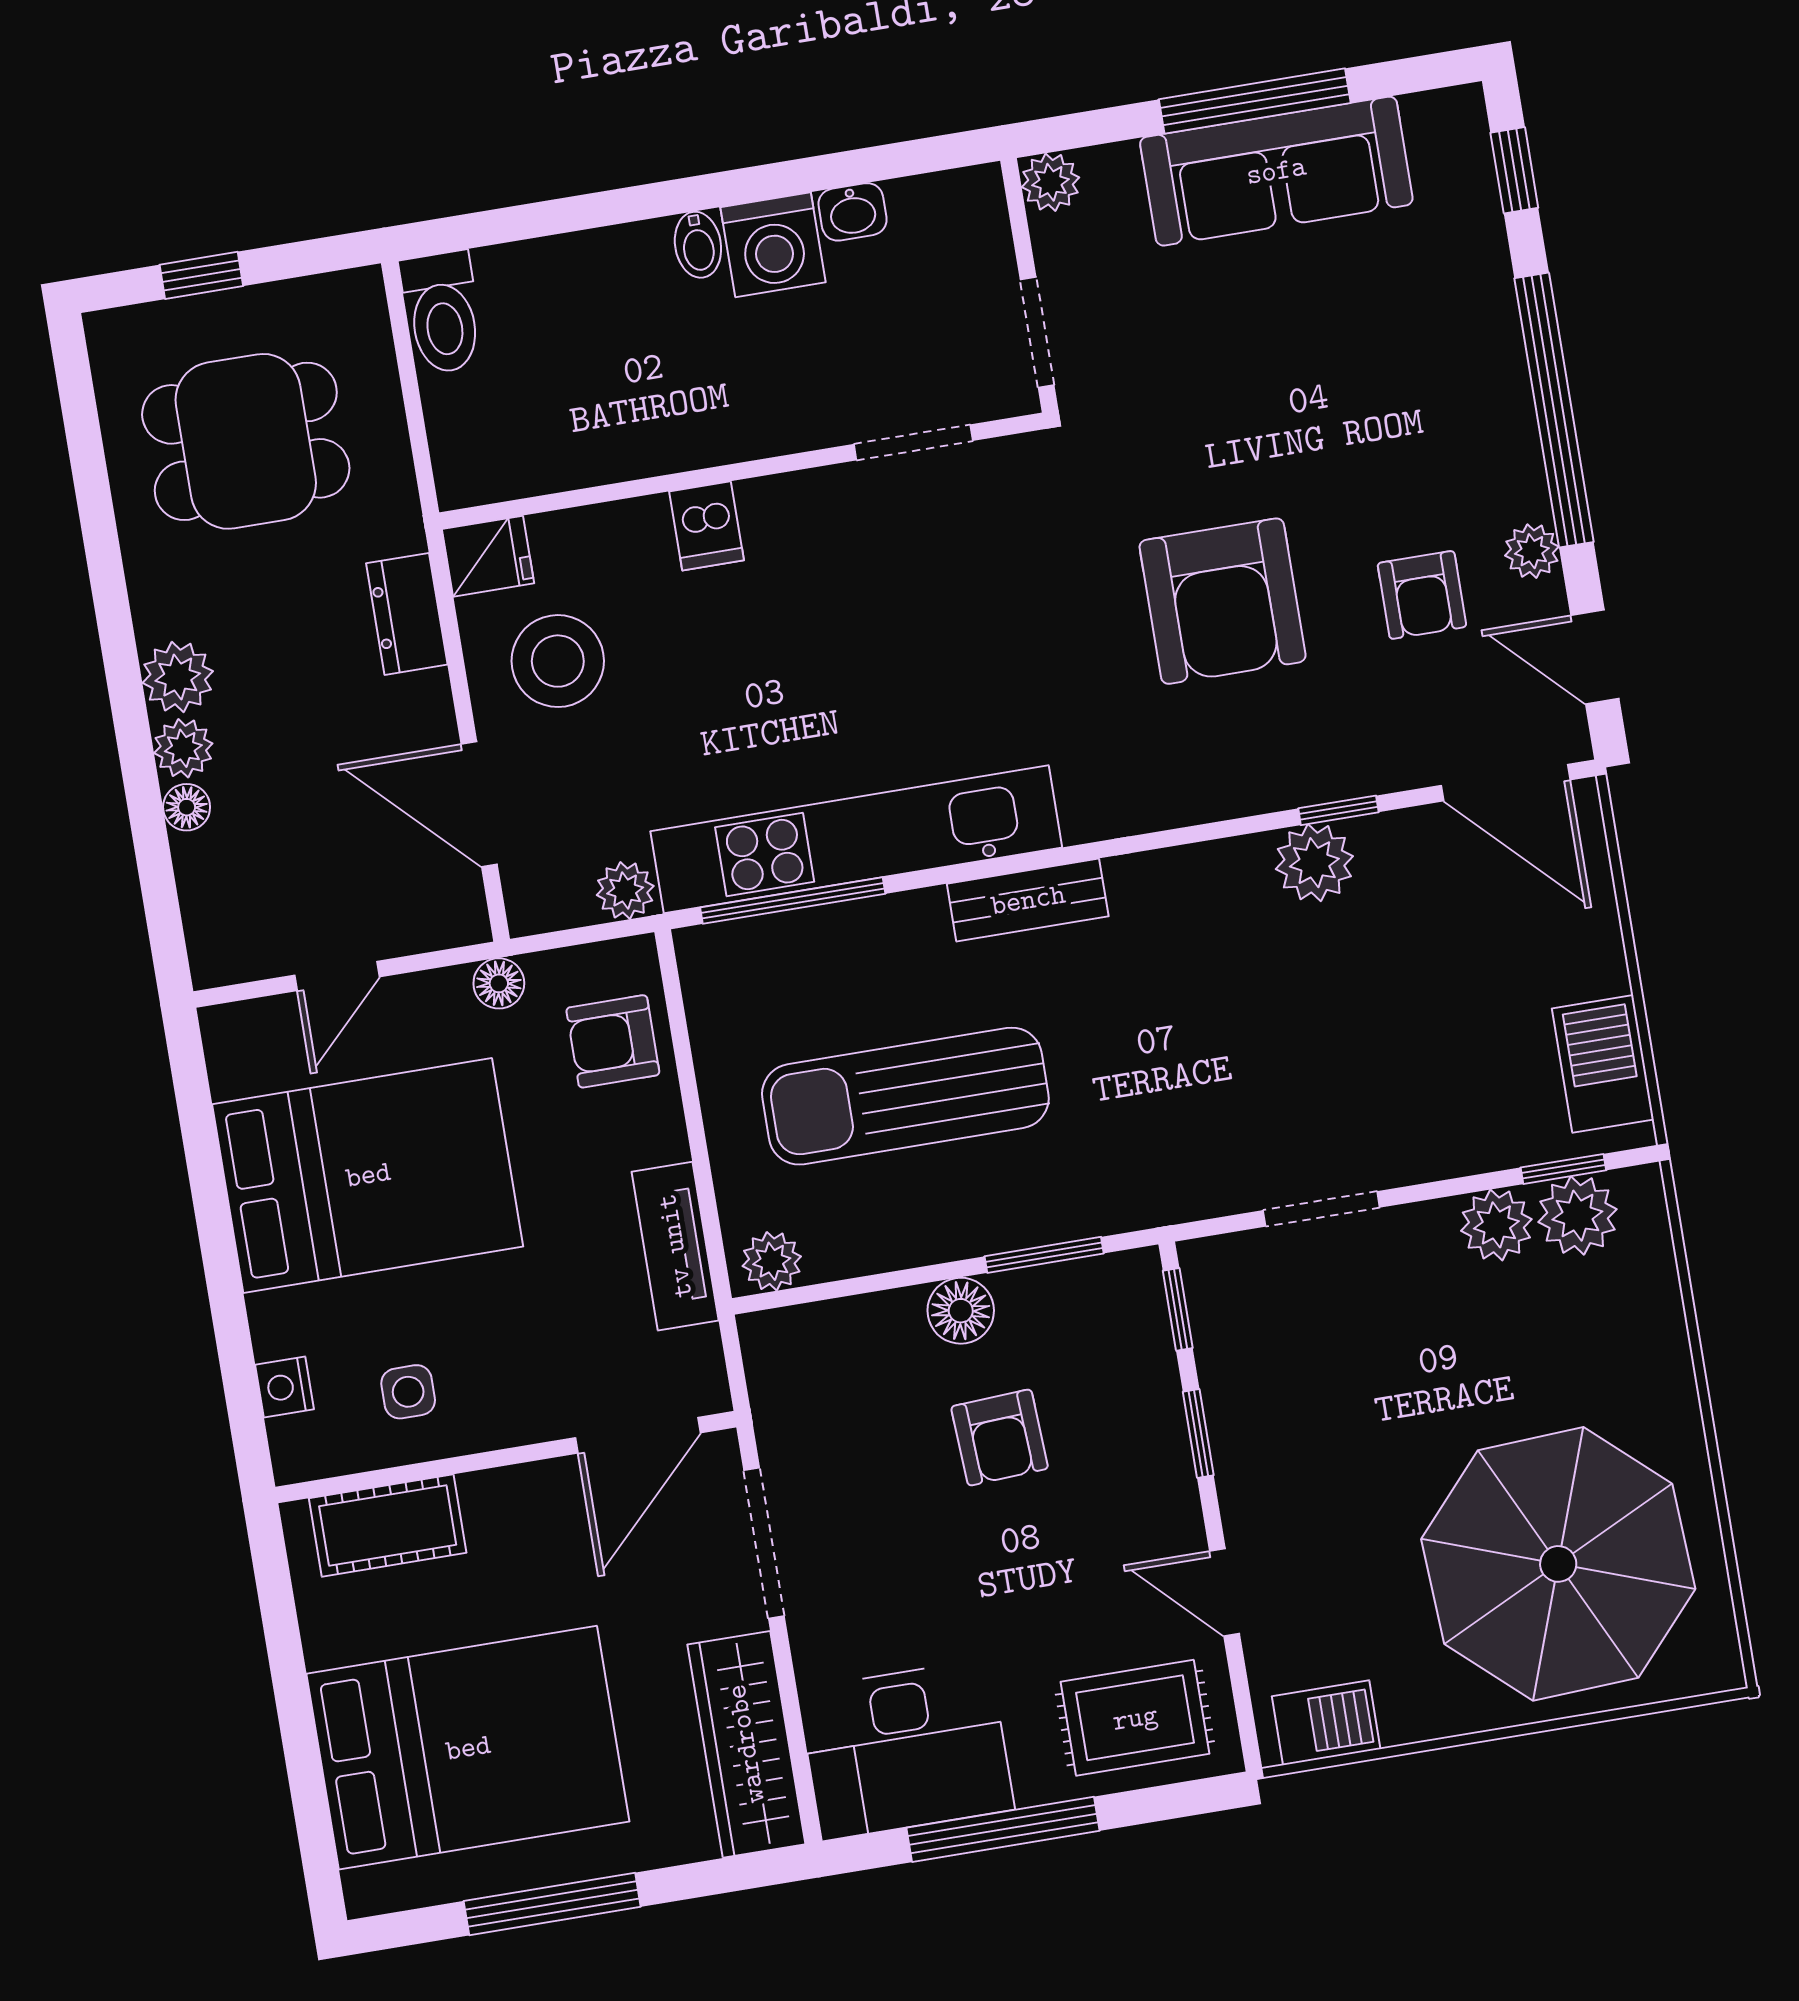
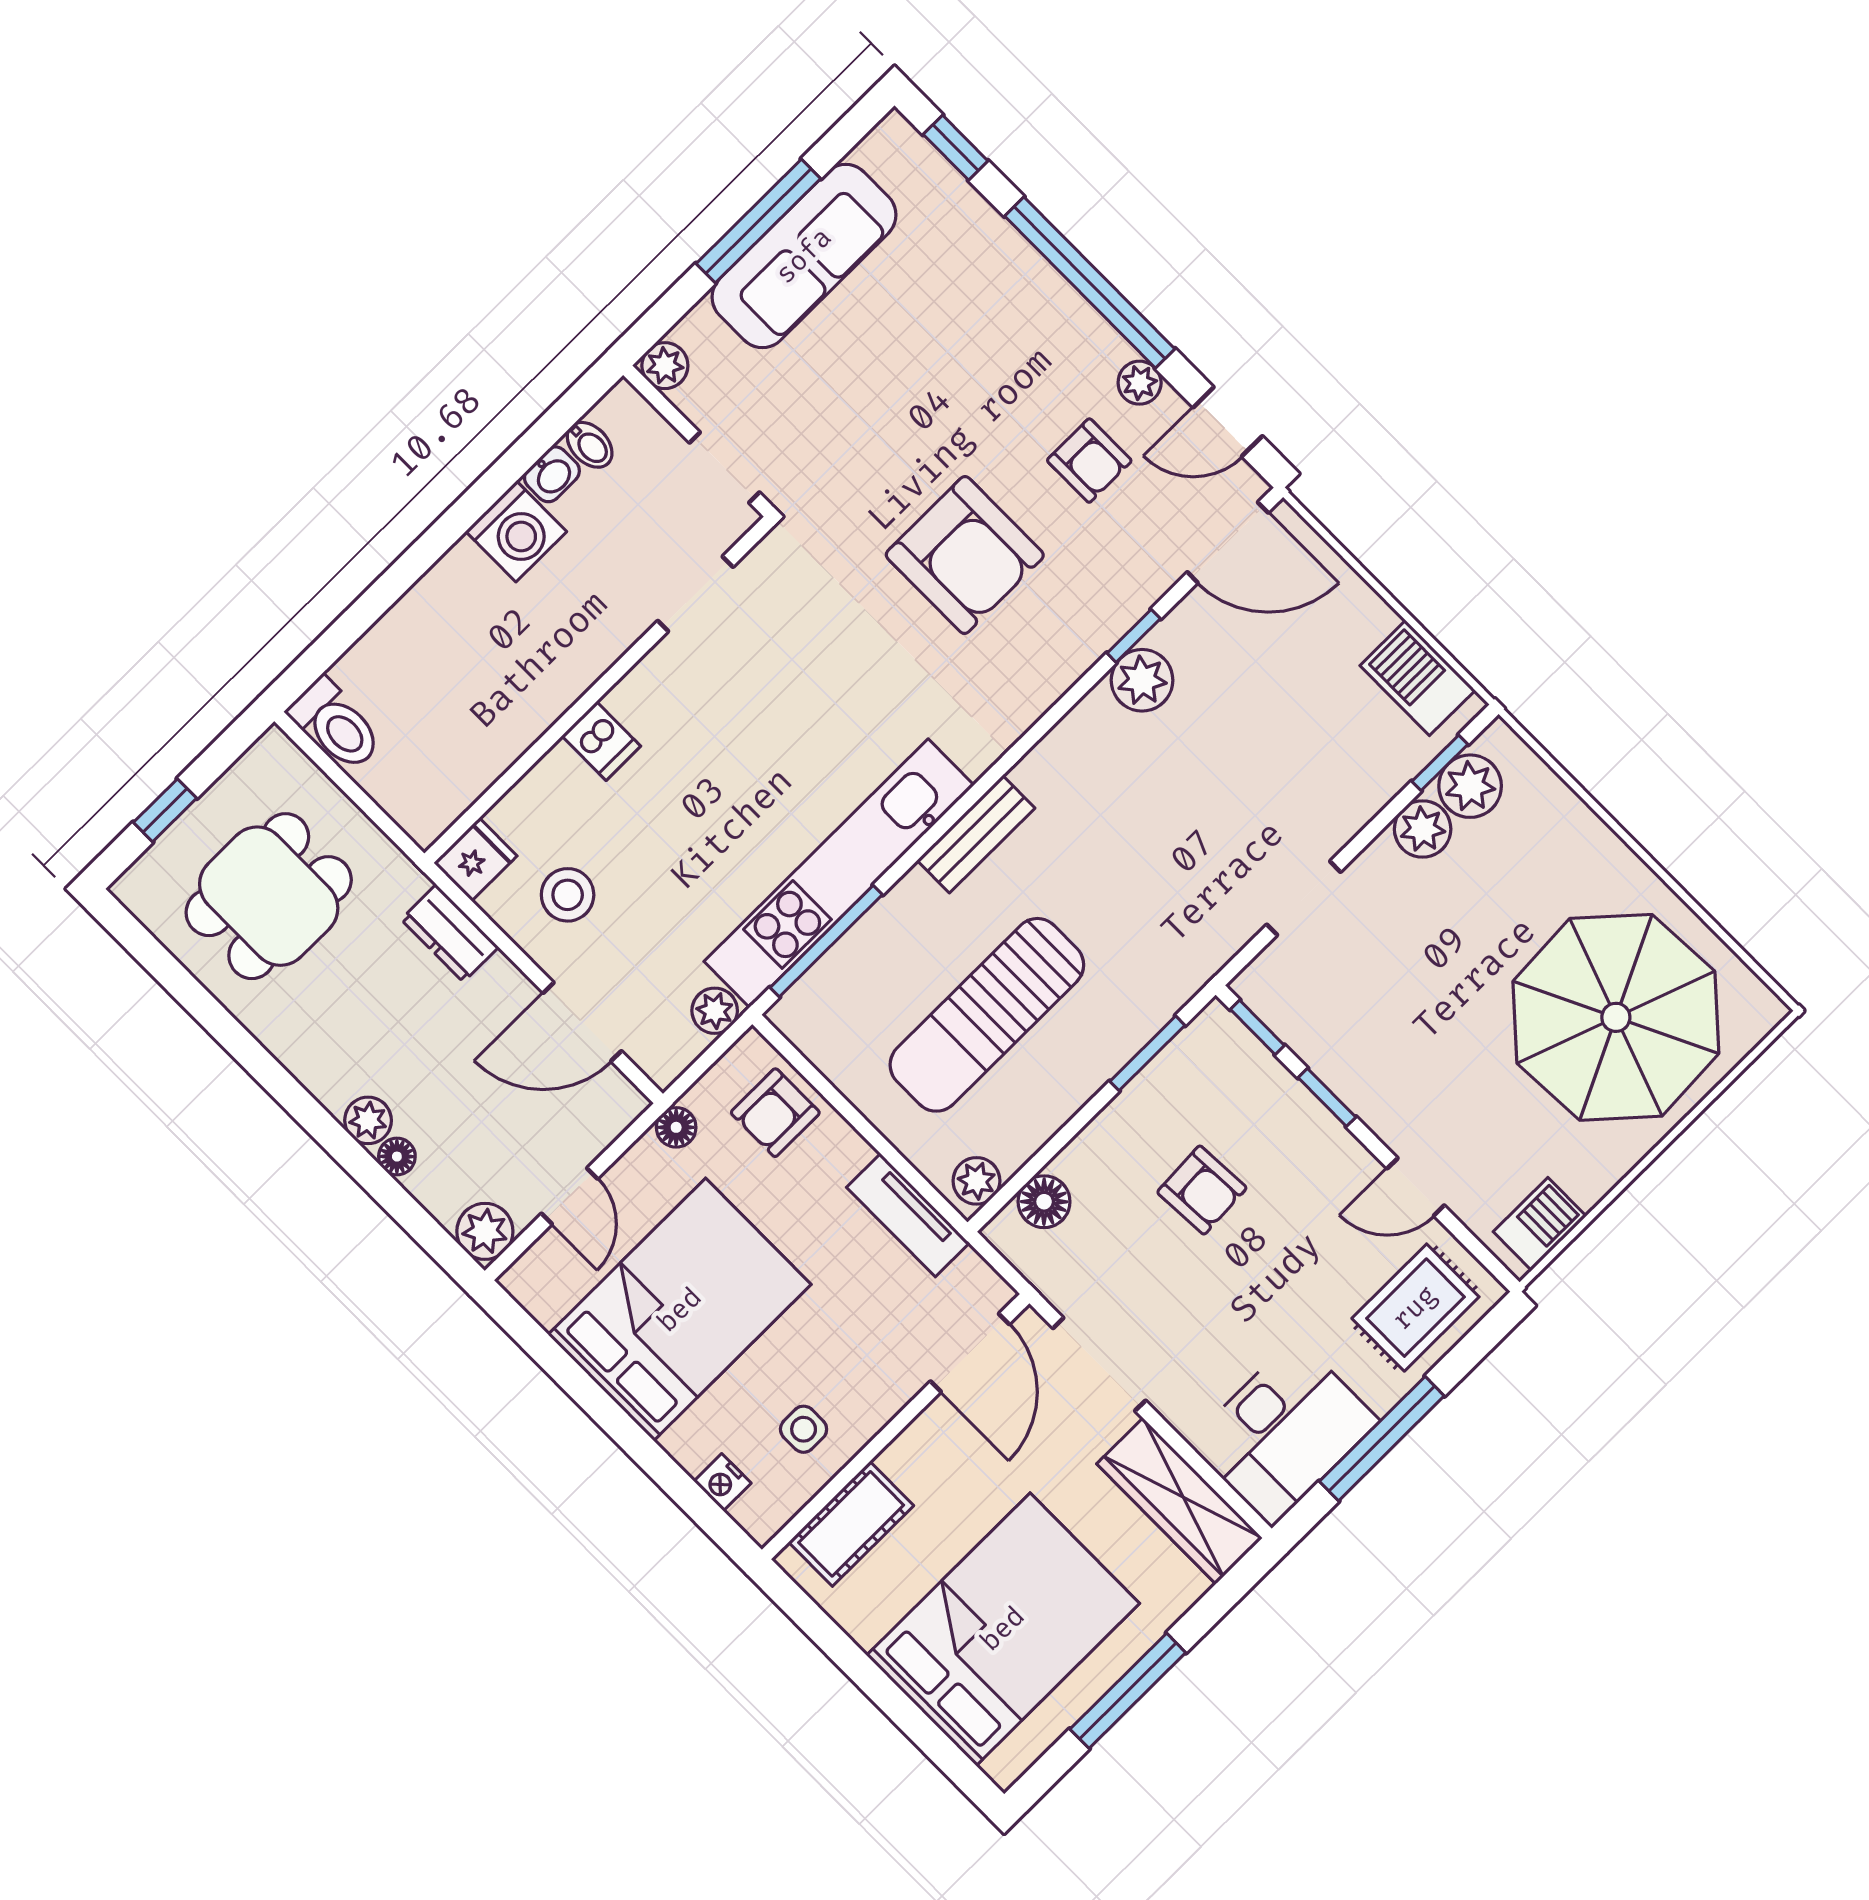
bidet: (698, 245) -> (590, 445), moved
stool: (558, 661) -> (568, 895), width x0.73, depth x0.73
plant: (178, 677) -> (485, 1231), moved
floor lamp: (961, 1311) -> (1044, 1202), moved

